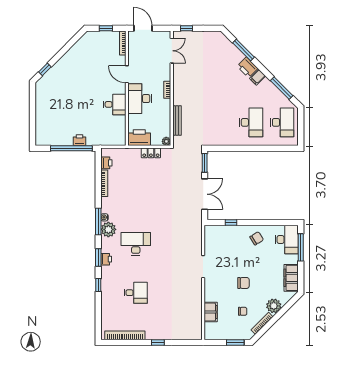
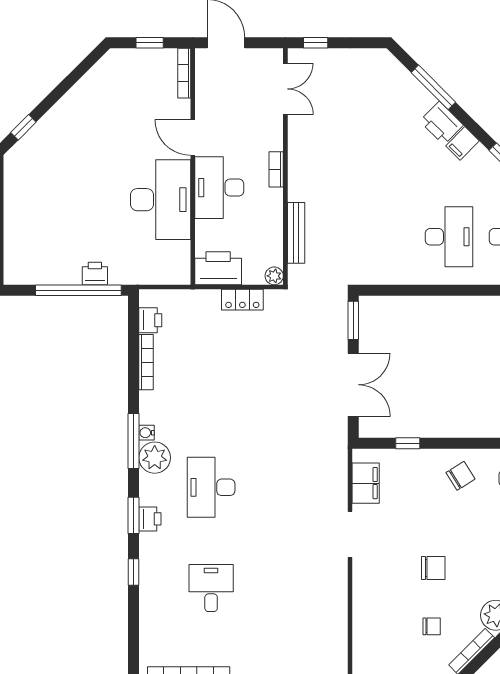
desk: (115, 104) -> (161, 200), width x1.87, depth x1.30
desk: (136, 244) -> (211, 487), turned -90
desk: (136, 293) -> (211, 588), turned -90
filing cabinet: (211, 312) -> (366, 483), moved

